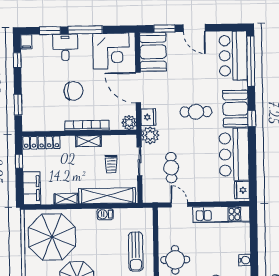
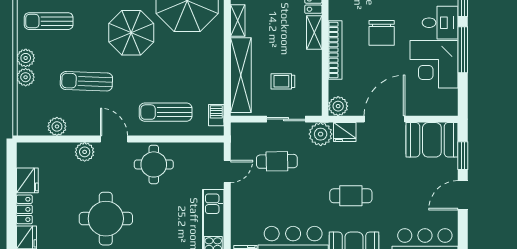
corner desk: (111, 51) -> (434, 64), moved
cafe table: (196, 112) -> (351, 196), turned 90
shelving: (88, 141) -> (314, 33), moved
barbecue: (105, 214) -> (216, 115), moved

